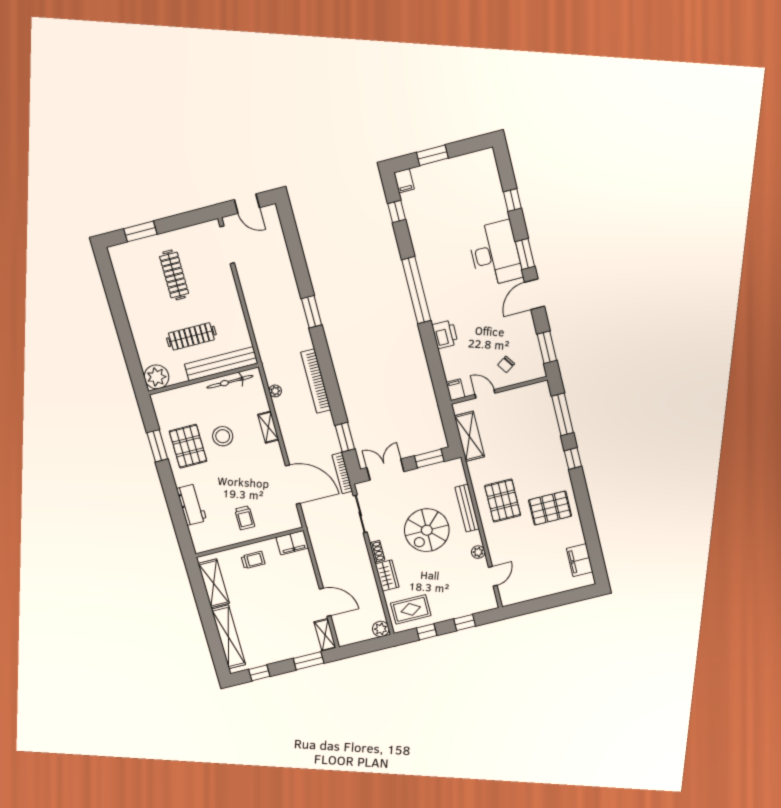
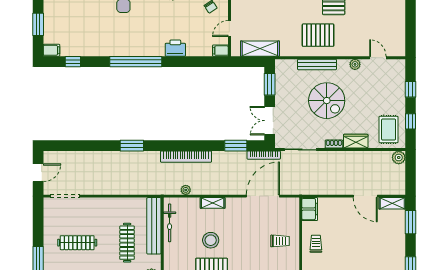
door: (325, 602) -> (365, 196), swing flipped

